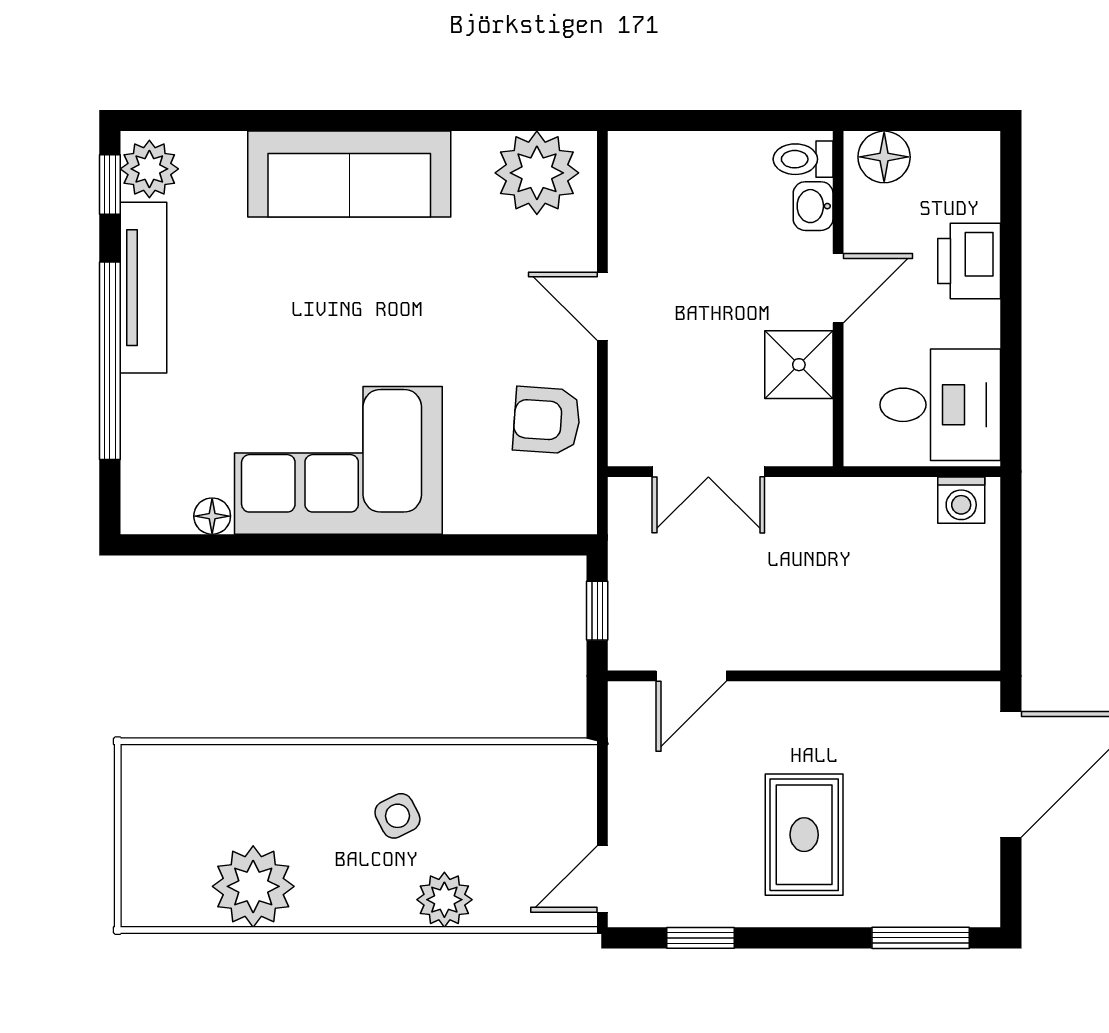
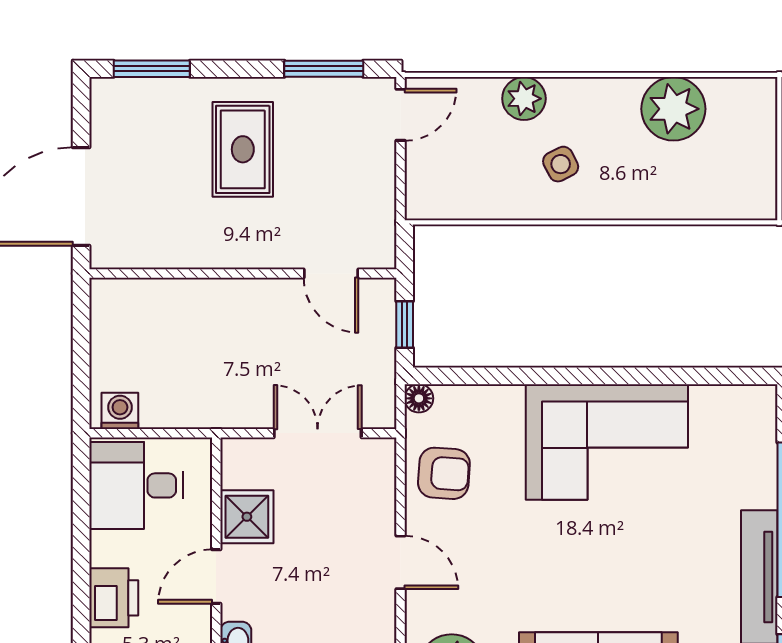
floor lamp: (212, 516) -> (419, 398), moved
door: (691, 676) -> (331, 274), swing flipped
window: (701, 938) -> (324, 69), width x1.50

